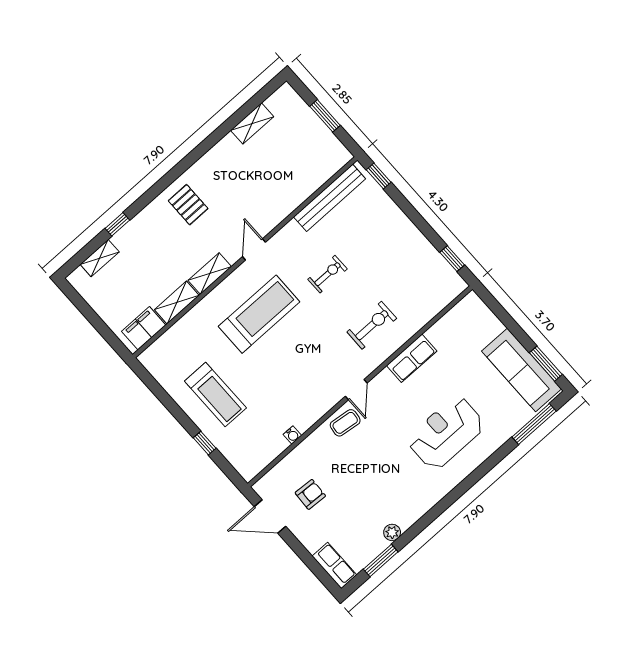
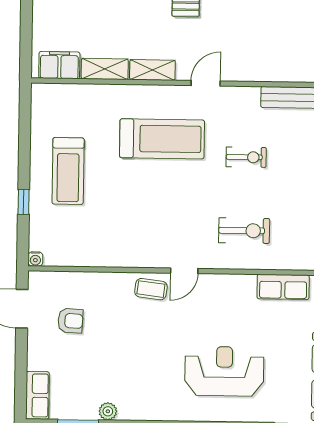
row of seats: (412, 358) -> (283, 287), moved
water cooler: (292, 435) -> (35, 259), moved

